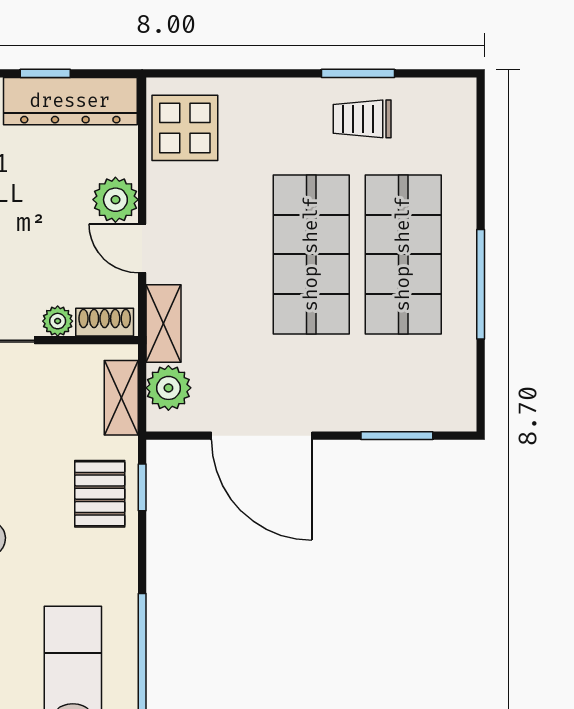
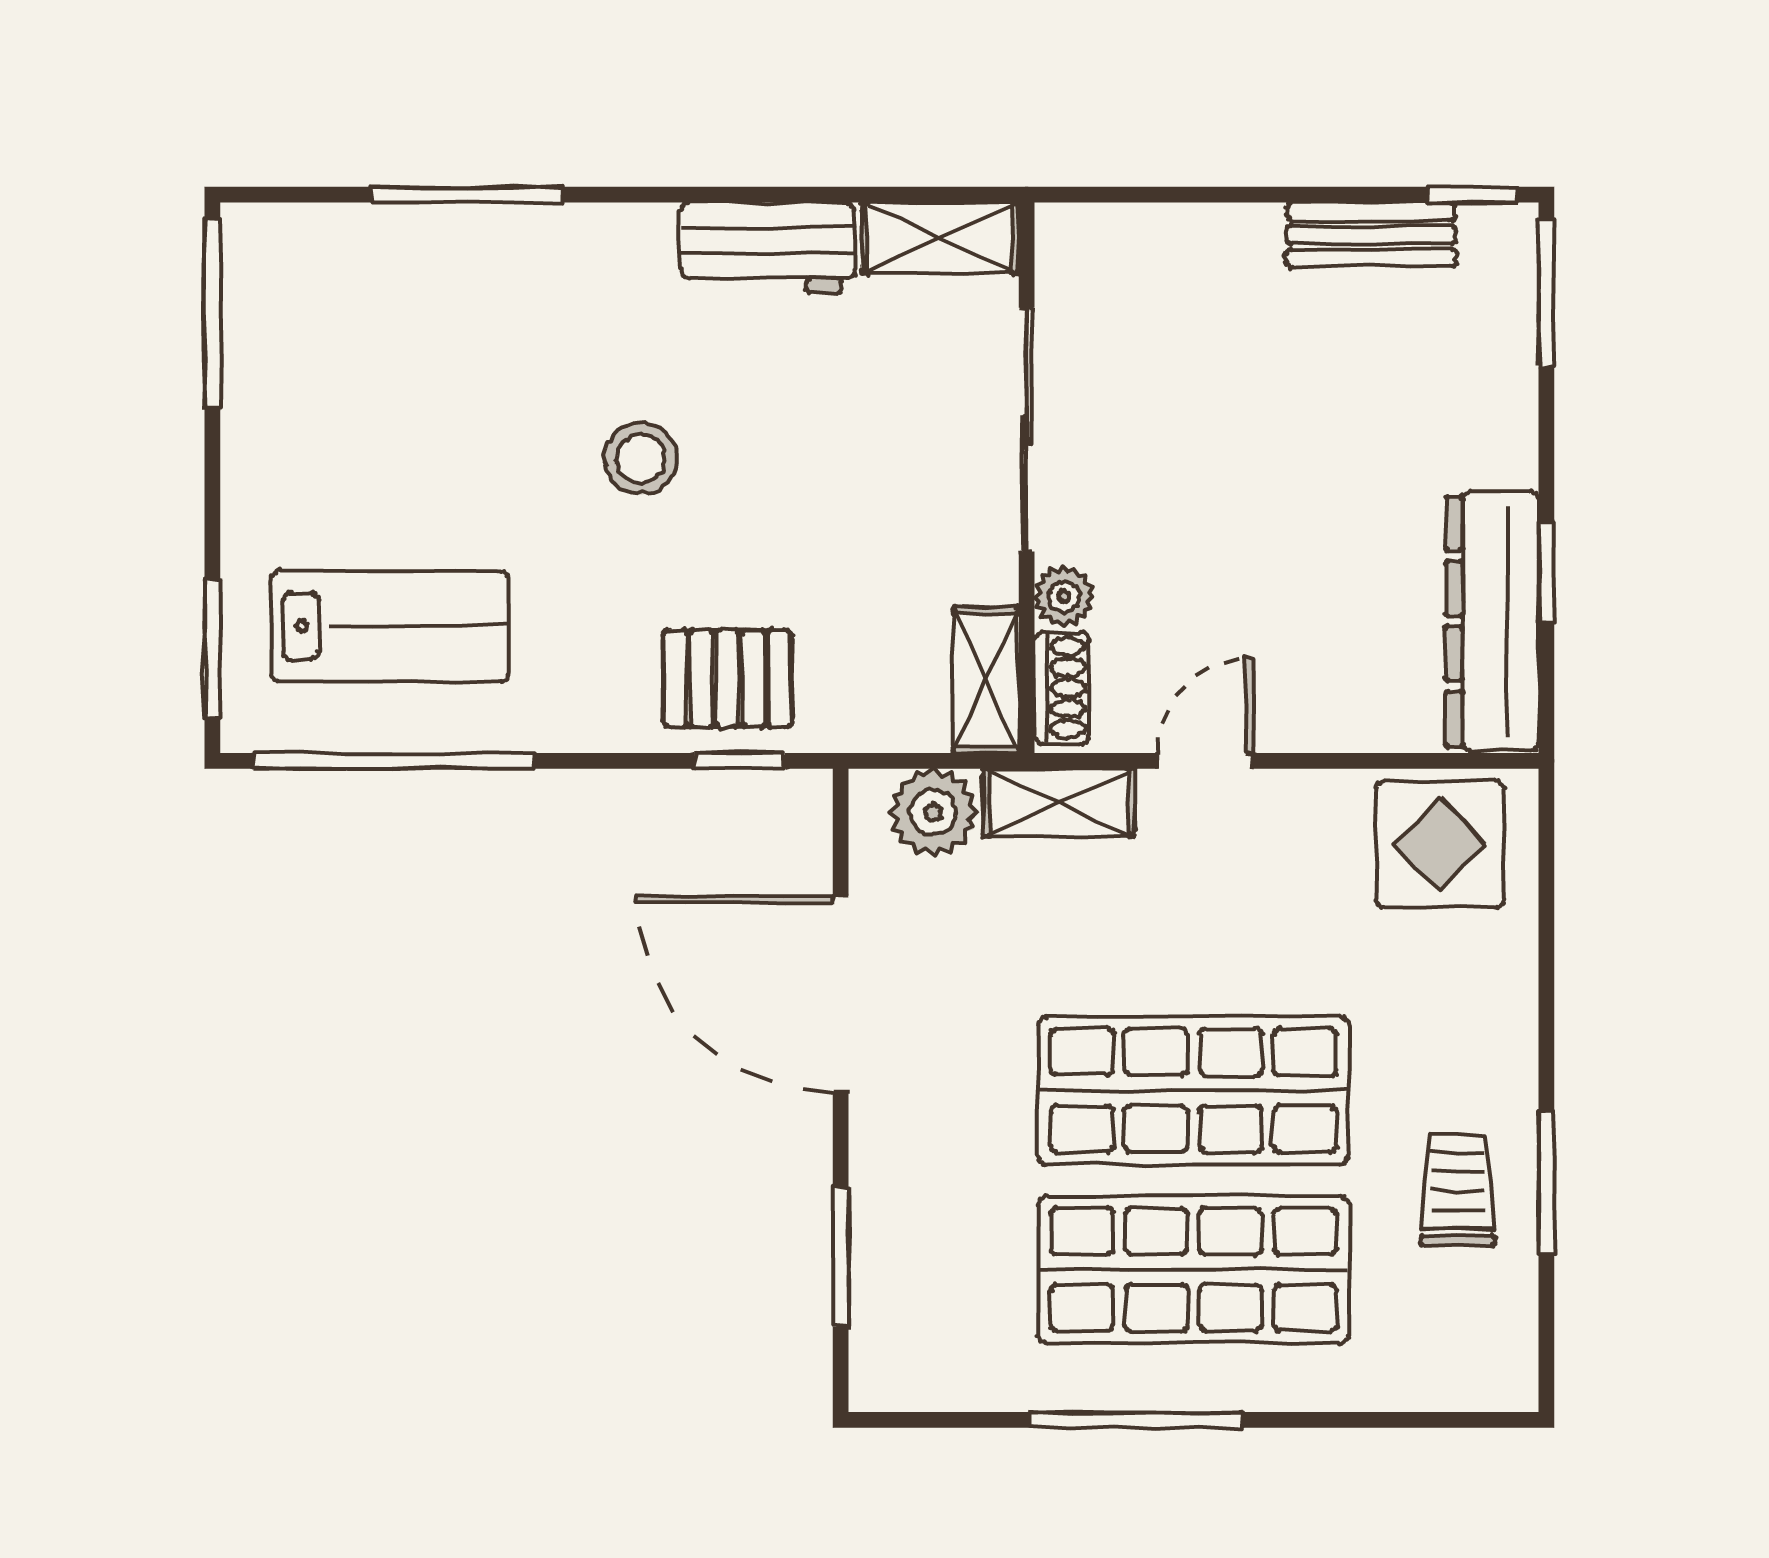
plant: (115, 200) -> (1300, 709), removed
shelving: (121, 398) -> (986, 680), moved, turned 90
door: (262, 436) -> (841, 994), hinge flipped

